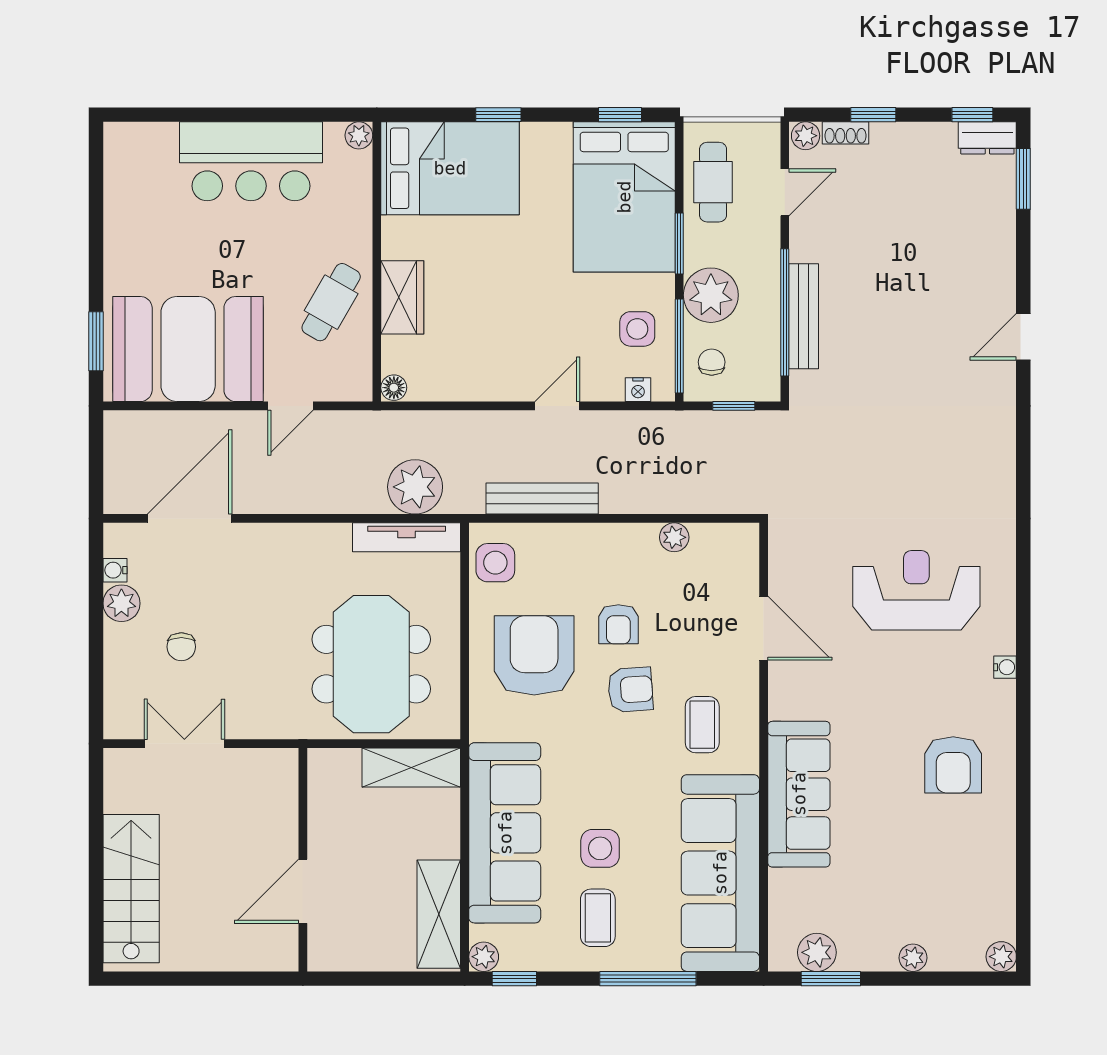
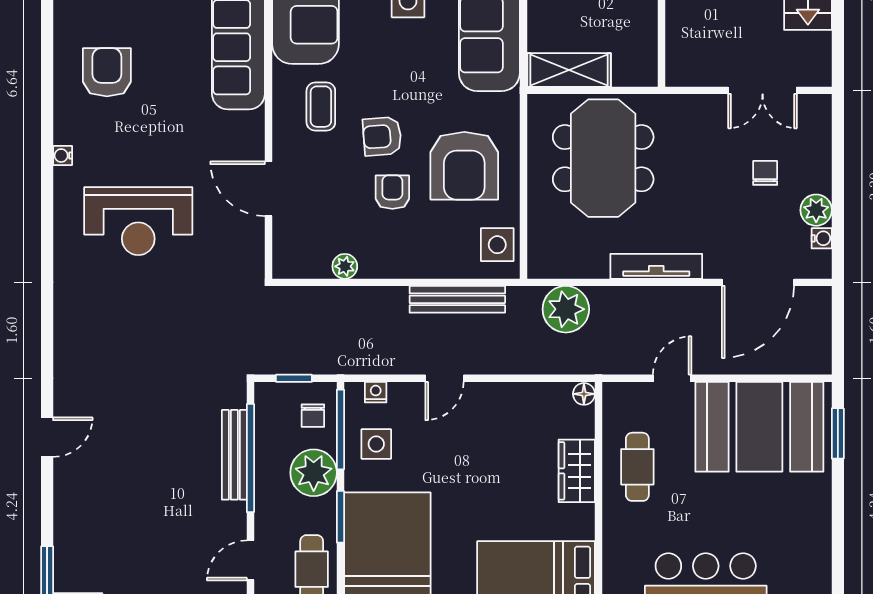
cafe table: (331, 302) -> (637, 467), turned -30
tv unit: (407, 537) -> (656, 266), moved

